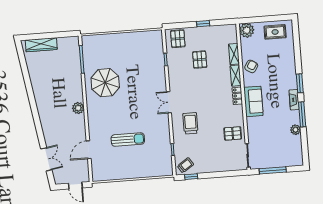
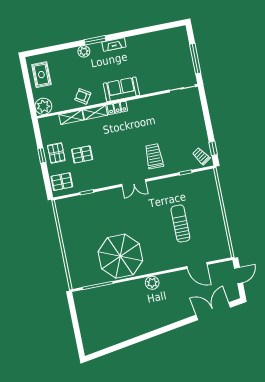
wardrobe: (41, 45) -> (87, 332), removed
parasol: (105, 83) -> (120, 256), width x1.36, depth x1.36
window: (302, 114) -> (129, 34), removed
trolley: (190, 123) -> (154, 156), turned 90
plant: (296, 130) -> (84, 51), moved
pallet: (233, 133) -> (56, 153), moved
double door: (46, 159) -> (213, 311), width x1.37

